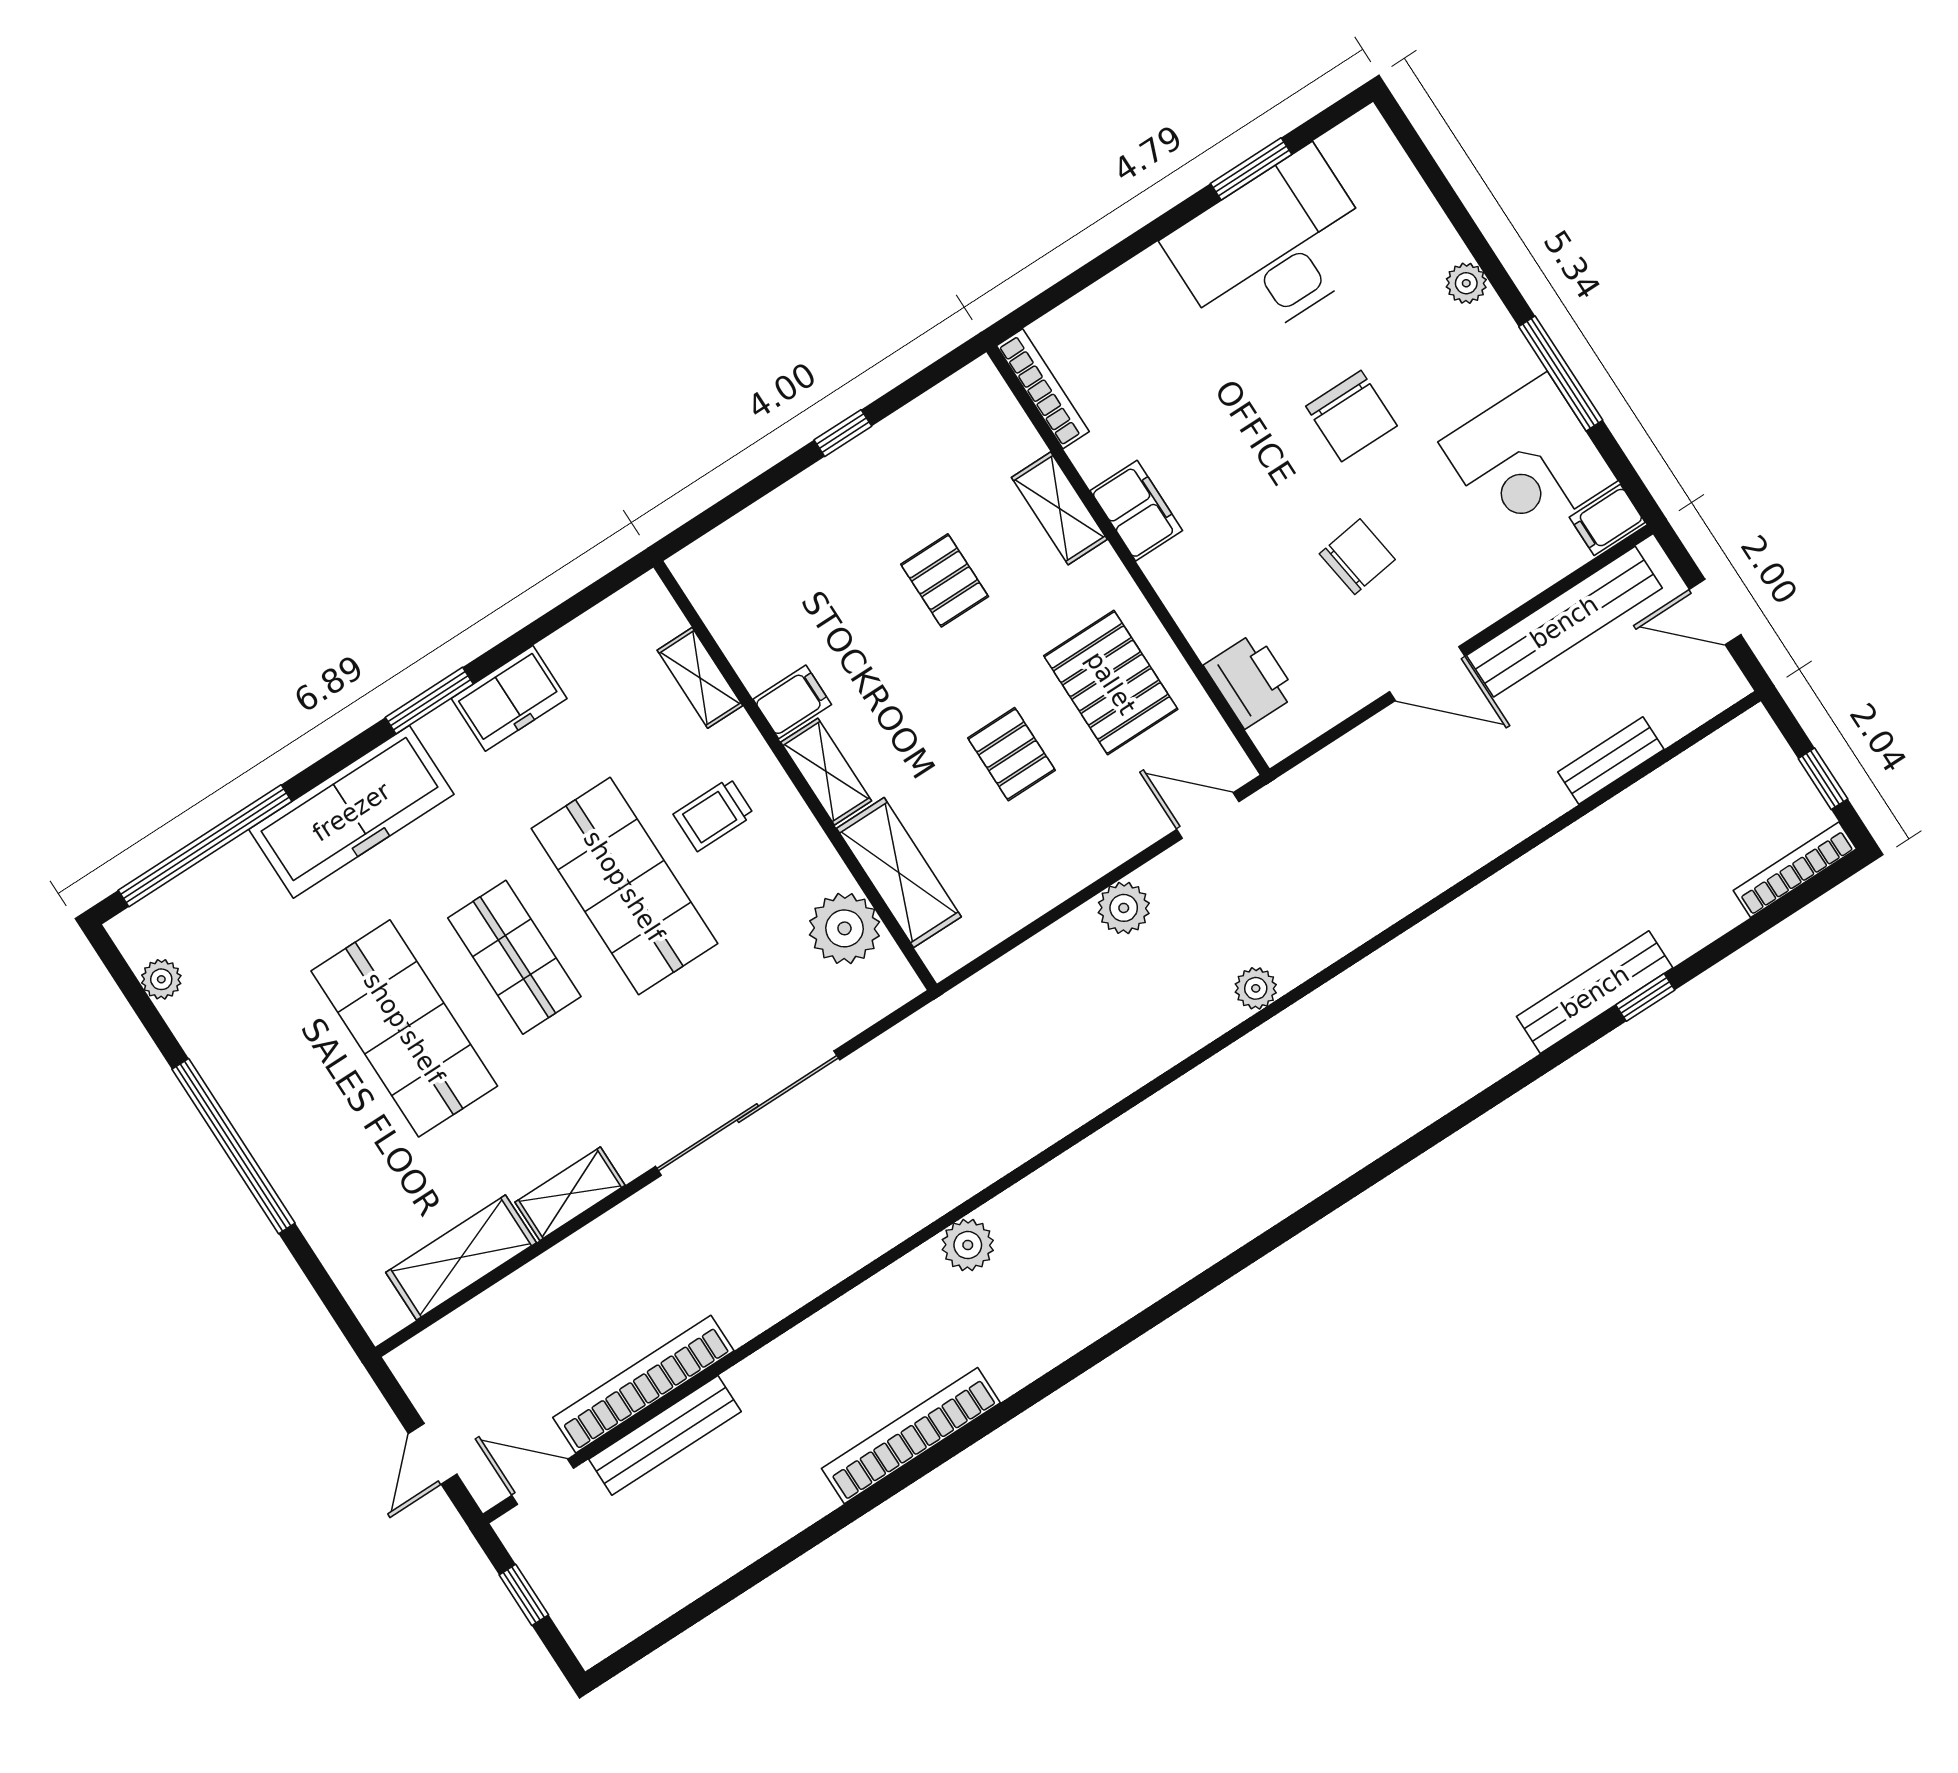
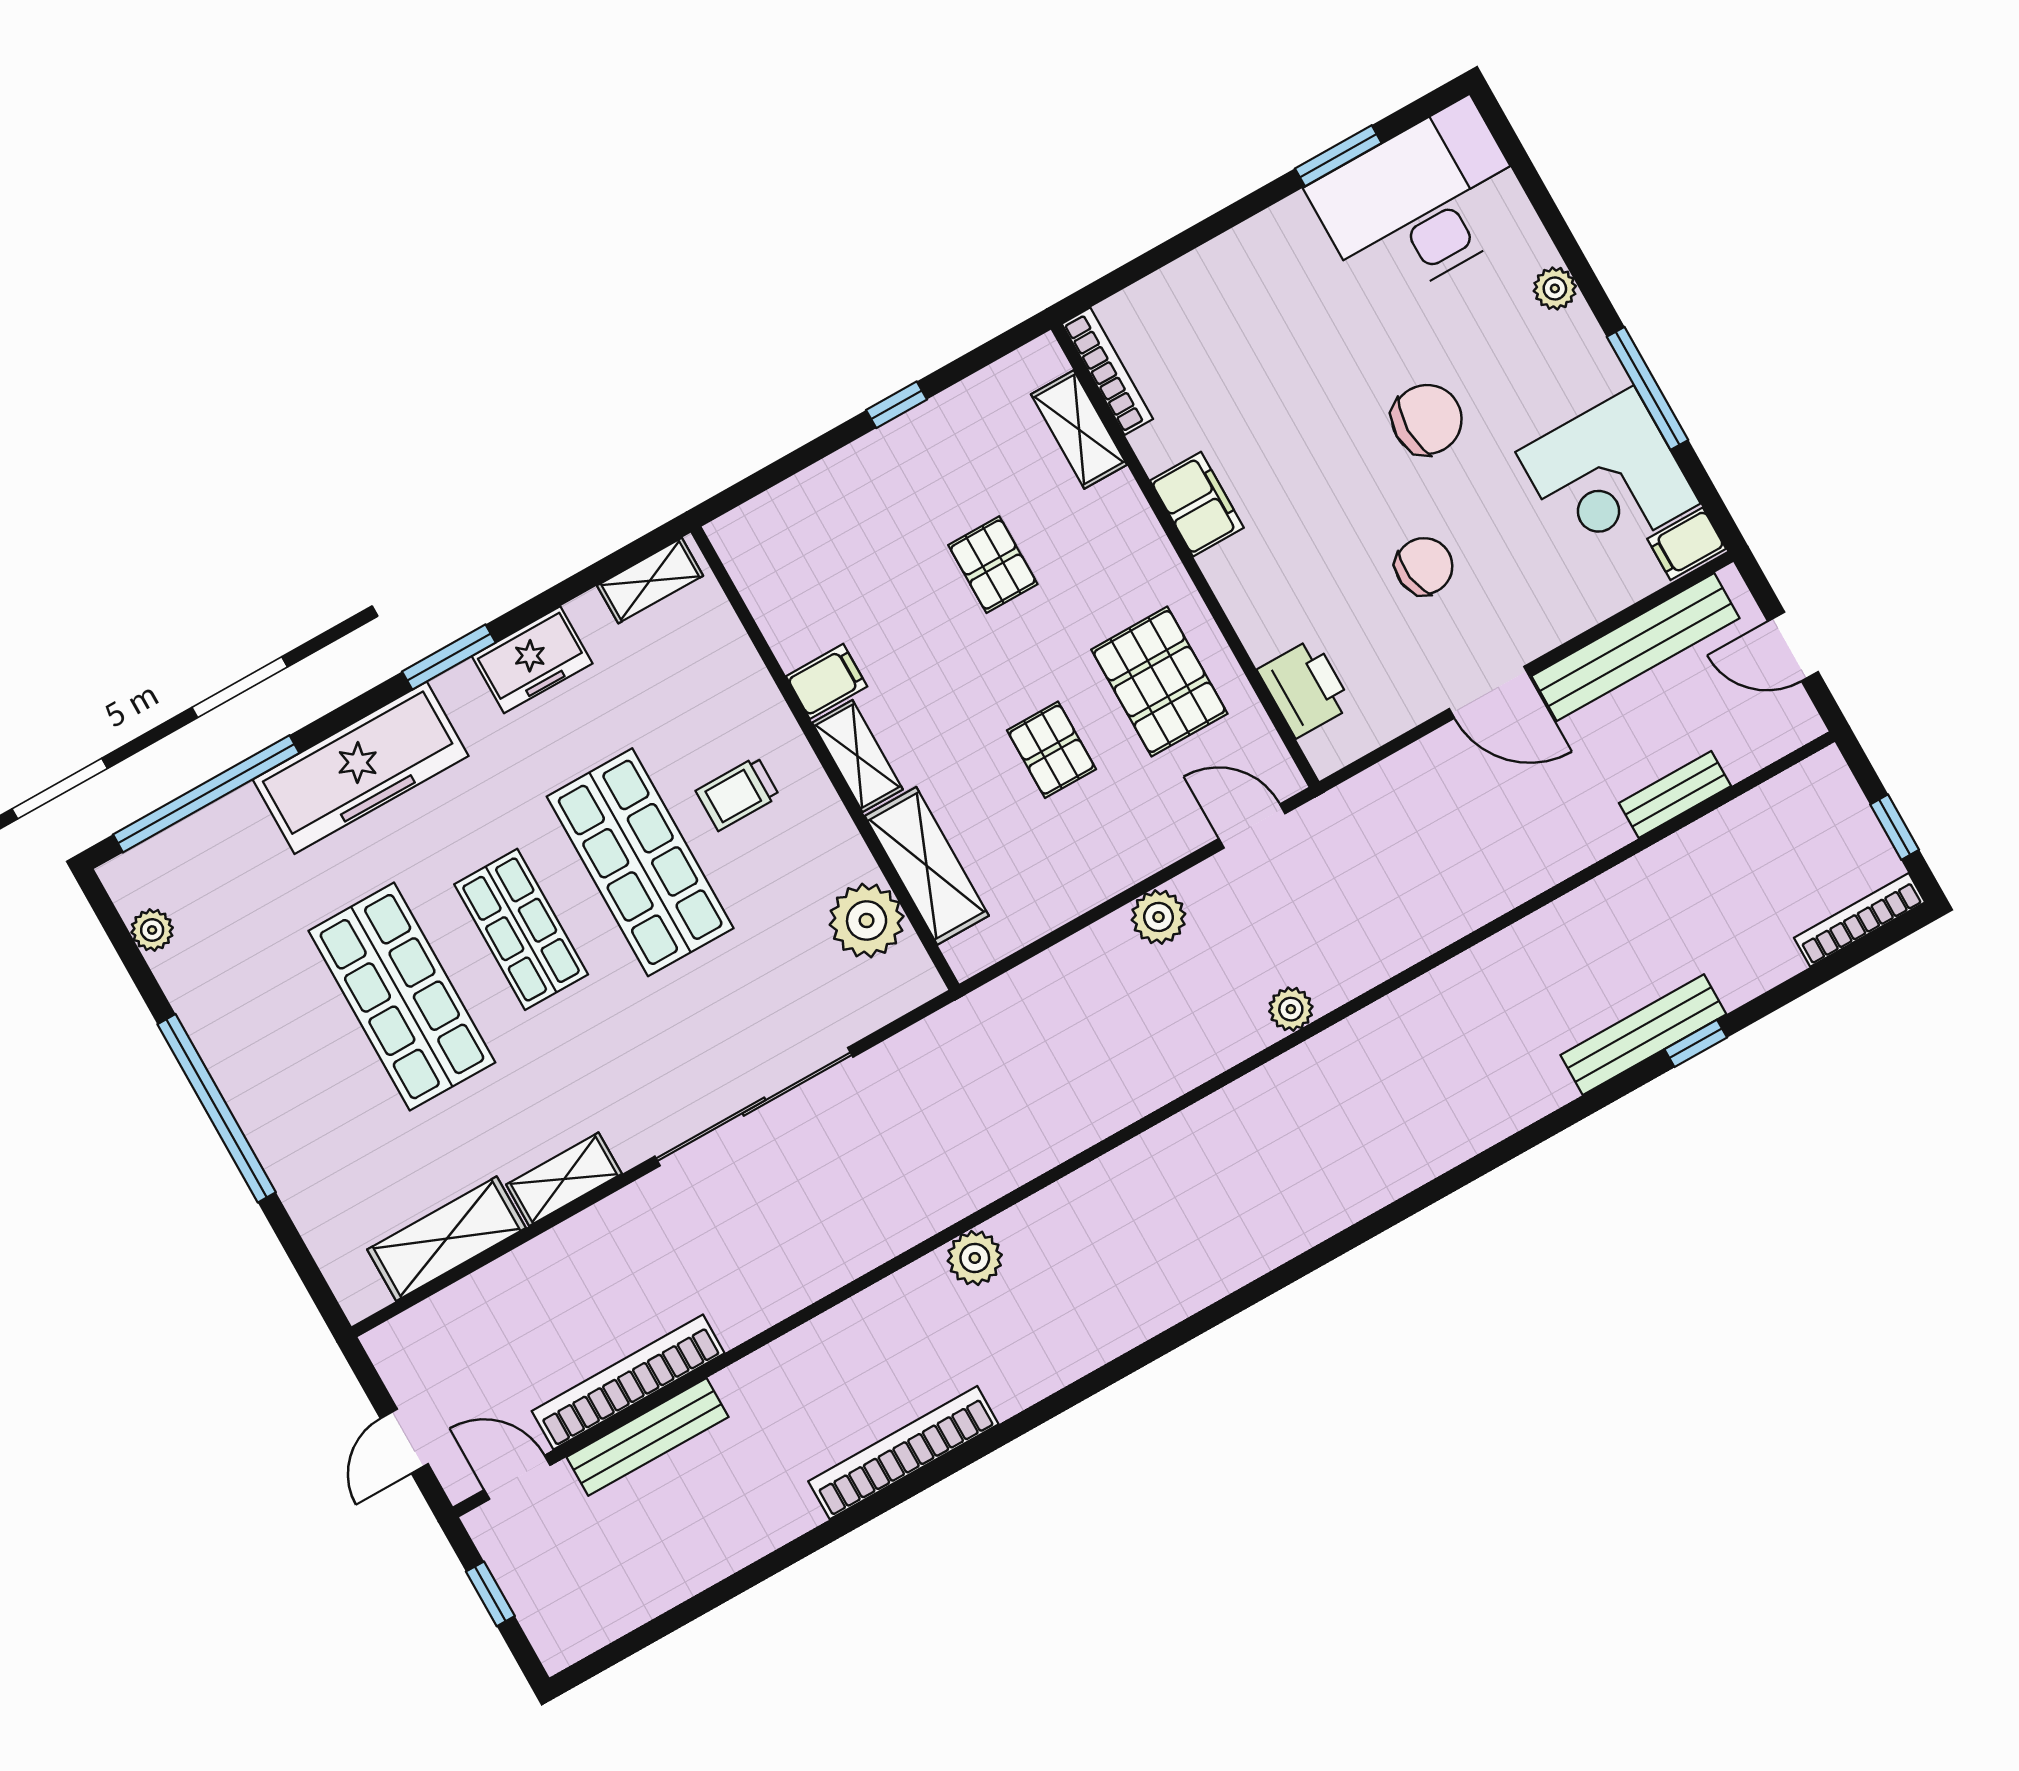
desk: (1273, 249) -> (1421, 203), moved
chair: (1351, 416) -> (1427, 419), turned -90
shelving: (1059, 508) -> (1079, 430), moved
shelving: (700, 678) -> (650, 581), moved, turned 90

